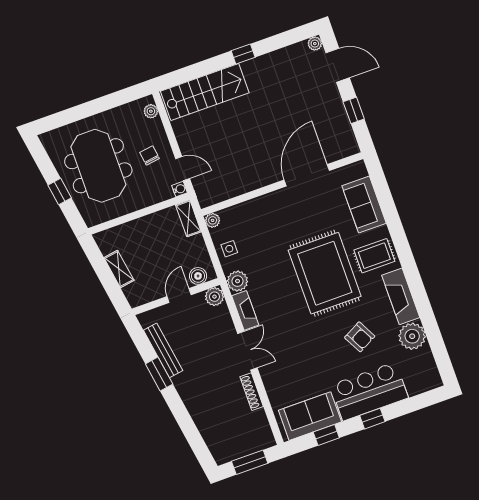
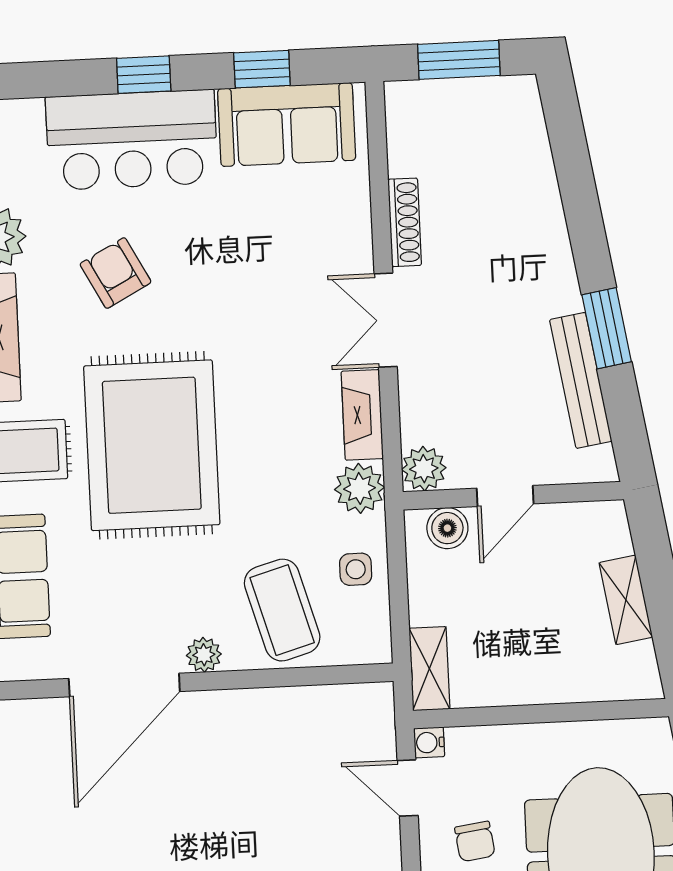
plant: (213, 220) -> (204, 655), moved
coffee table: (253, 224) -> (282, 610), added

